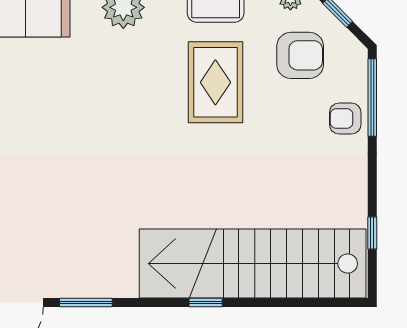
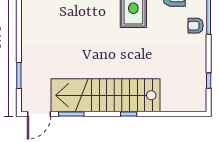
stairs: (253, 264) -> (106, 95), moved

